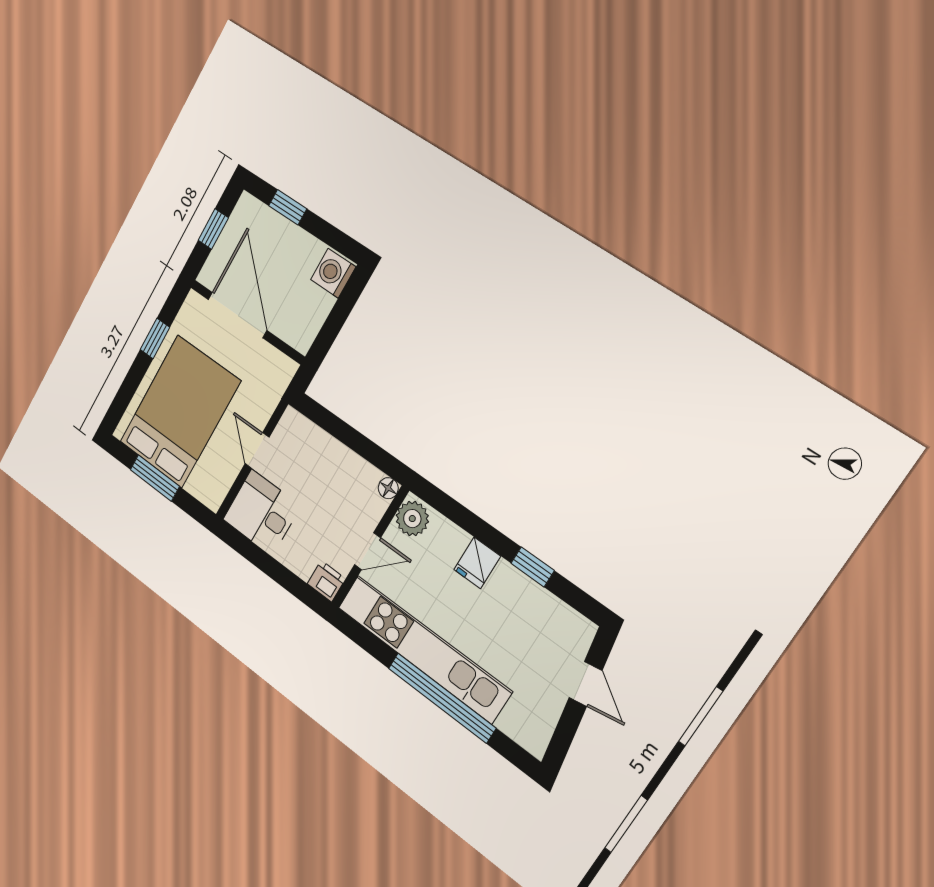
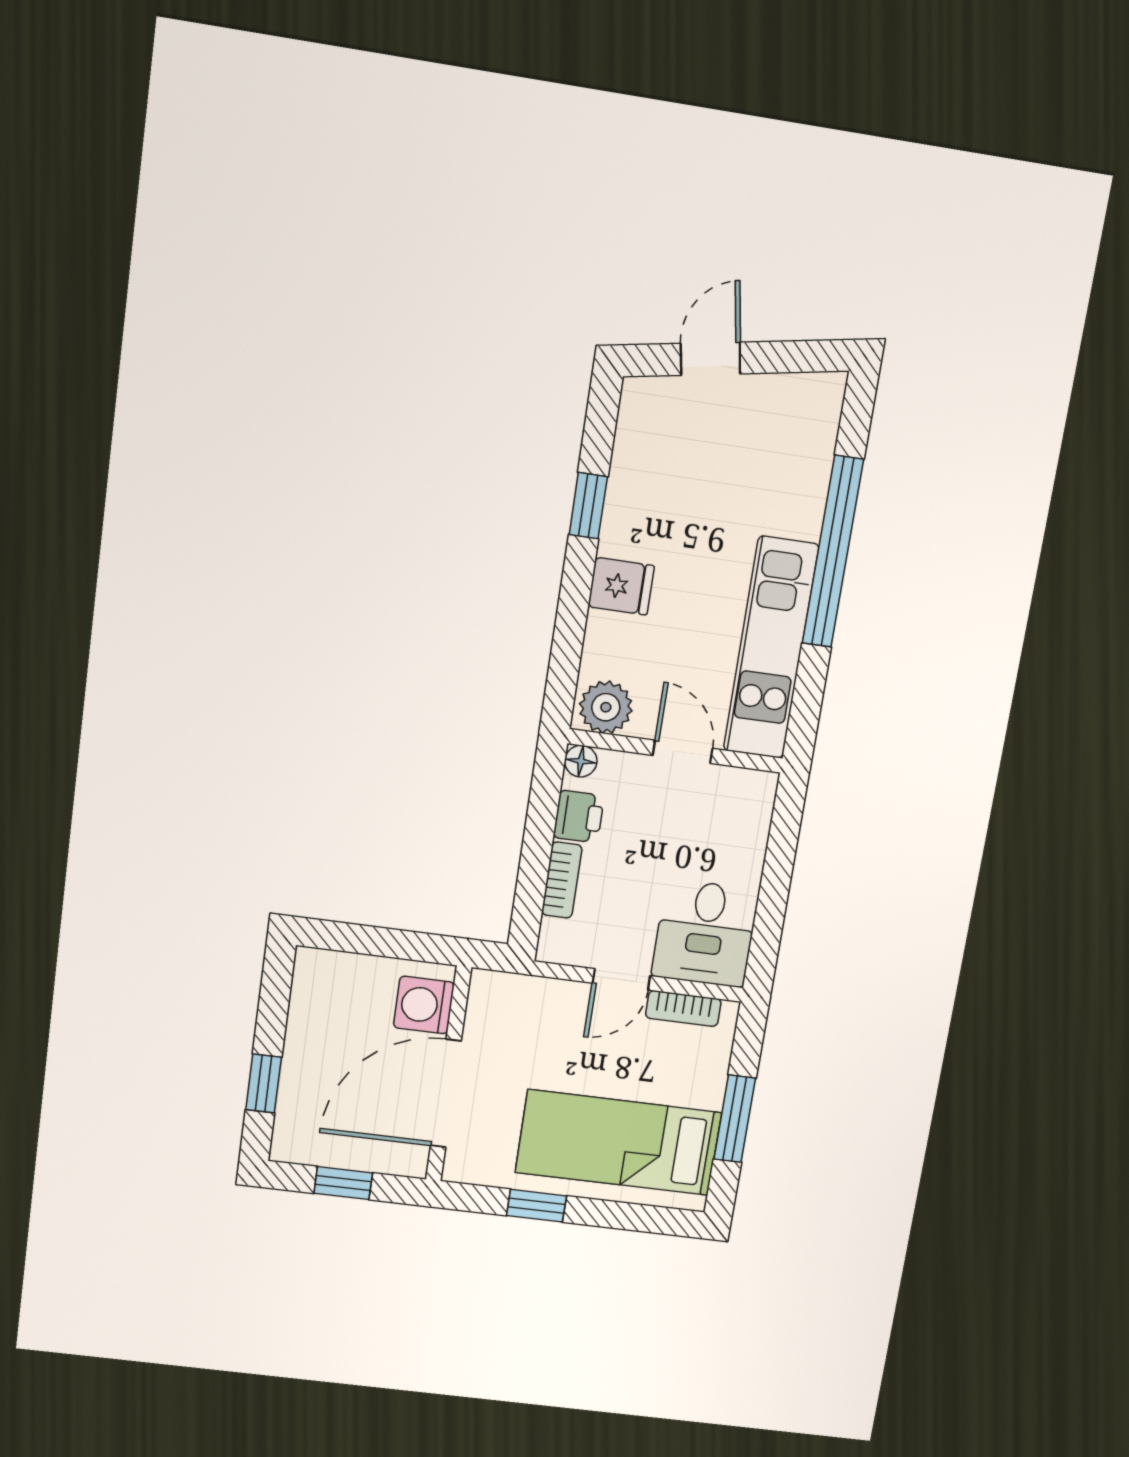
washing machine: (333, 273) -> (424, 1005), moved, turned 90
bed: (180, 412) -> (619, 1143), width x0.67
bookcase: (326, 443) -> (562, 880), added
bookcase: (226, 479) -> (683, 1009), added
printer: (326, 581) -> (579, 817), moved, turned 180
kitchen unit: (424, 649) -> (771, 648), width x0.73

